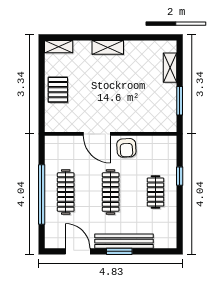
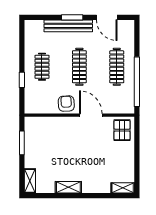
shelving: (108, 47) -> (68, 187), moved
shelving: (170, 68) -> (30, 181), moved
pallet: (58, 90) -> (122, 130), moved
window: (42, 195) -> (137, 82), moved

